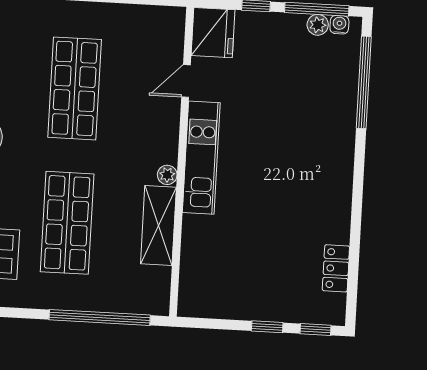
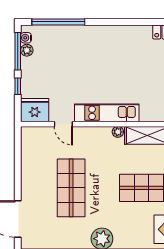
shop shelf: (75, 88) -> (71, 188), turned 90

